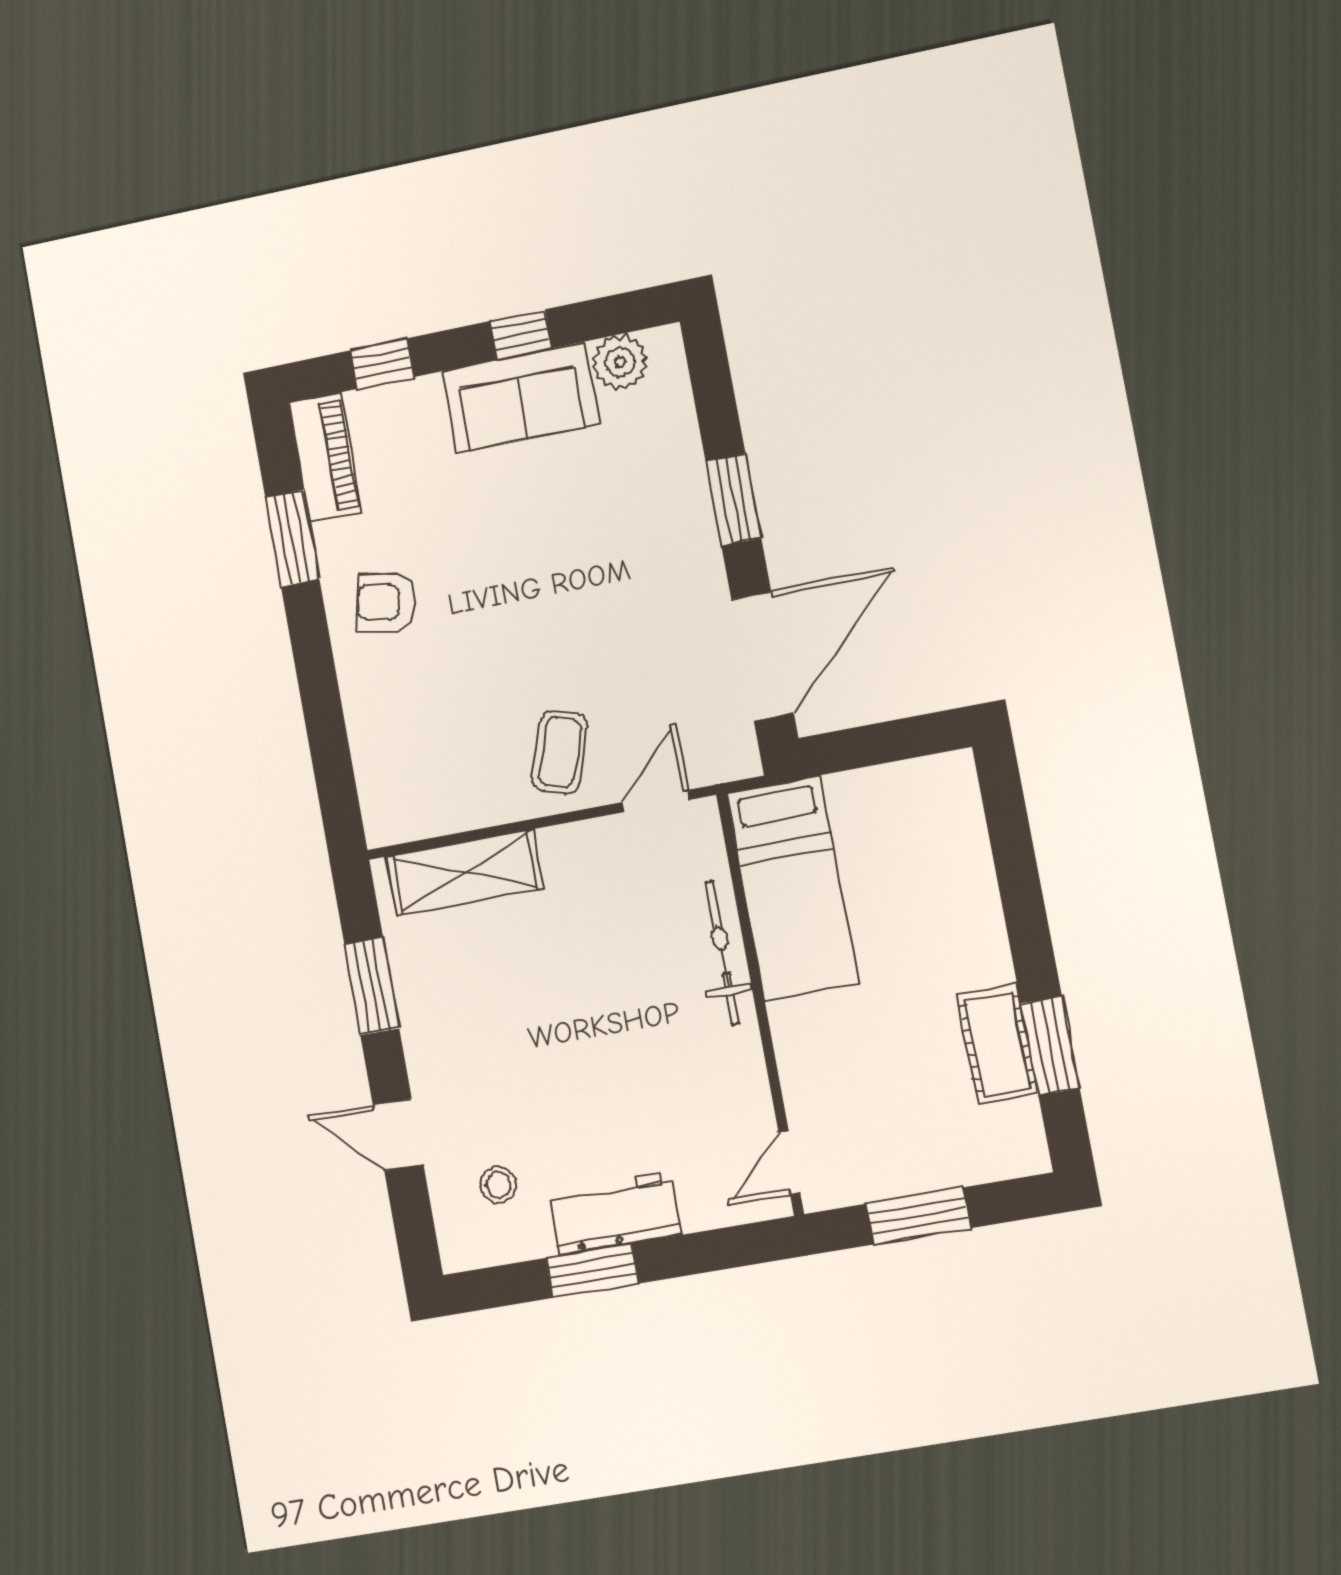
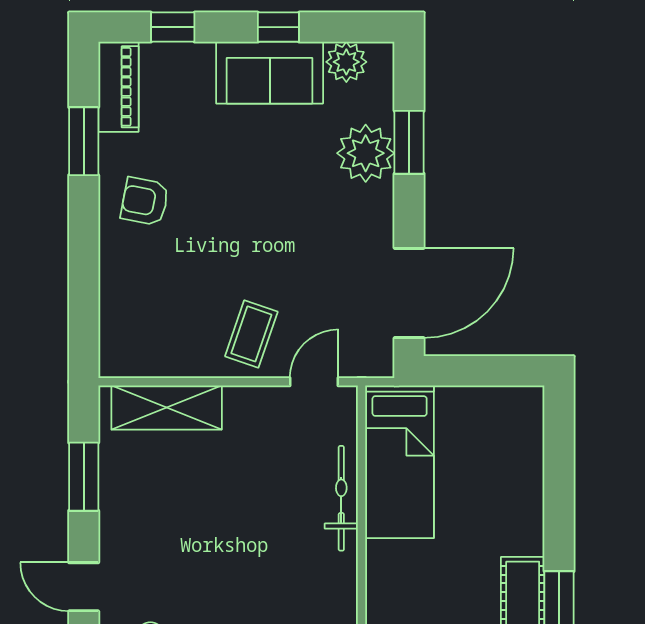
plant: (669, 479) -> (366, 153), added
window: (733, 500) -> (409, 142), moved

